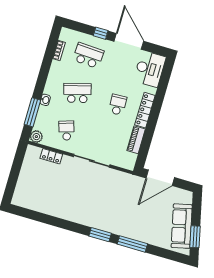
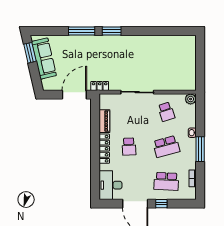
window: (32, 112) -> (200, 149), moved
locker: (51, 156) -> (100, 86), moved

